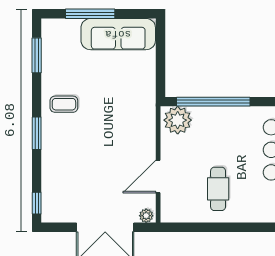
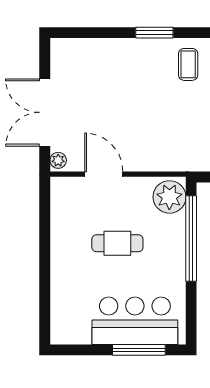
cafe table: (218, 189) -> (117, 243), moved
window: (37, 203) -> (73, 33), removed

